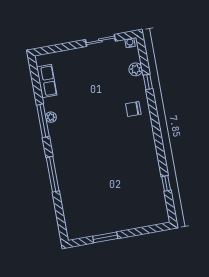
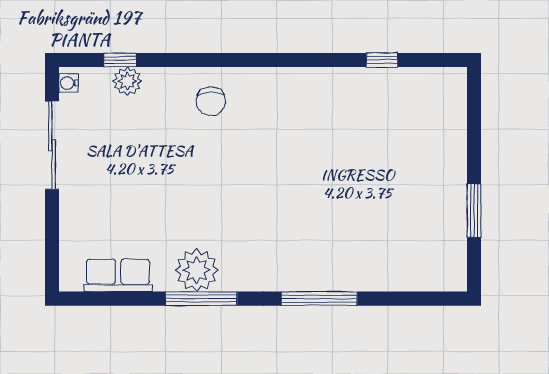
sliding door: (100, 40) -> (52, 145), width x1.37
window: (148, 82) -> (120, 60), moved
plant: (51, 117) -> (197, 270), width x1.87, depth x1.87

